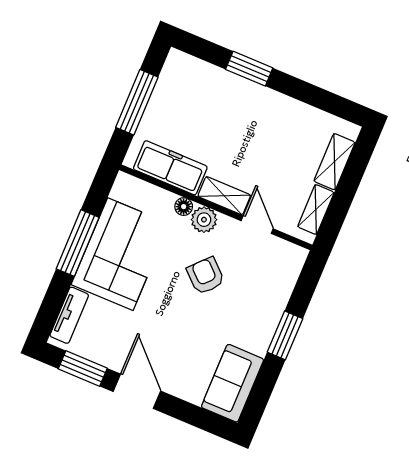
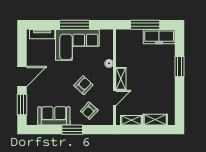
freezer: (170, 168) -> (159, 37), moved, turned 90
plant: (204, 220) -> (107, 74), removed
armchair: (261, 286) -> (89, 111), added
window: (83, 369) -> (22, 105), moved
sofa: (232, 383) -> (54, 116), moved

